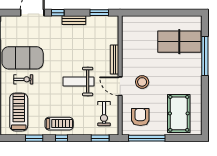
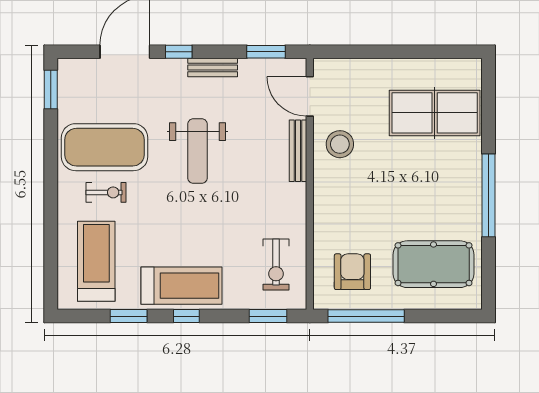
window: (205, 56) -> (488, 195), moved
weight bench: (78, 81) -> (198, 151), moved, turned -90
stool: (142, 82) -> (340, 144), moved
door: (120, 86) -> (310, 96), moved
pool table: (179, 113) -> (434, 264), turned 90
treadmill: (59, 124) -> (181, 286), width x1.37, depth x1.38

